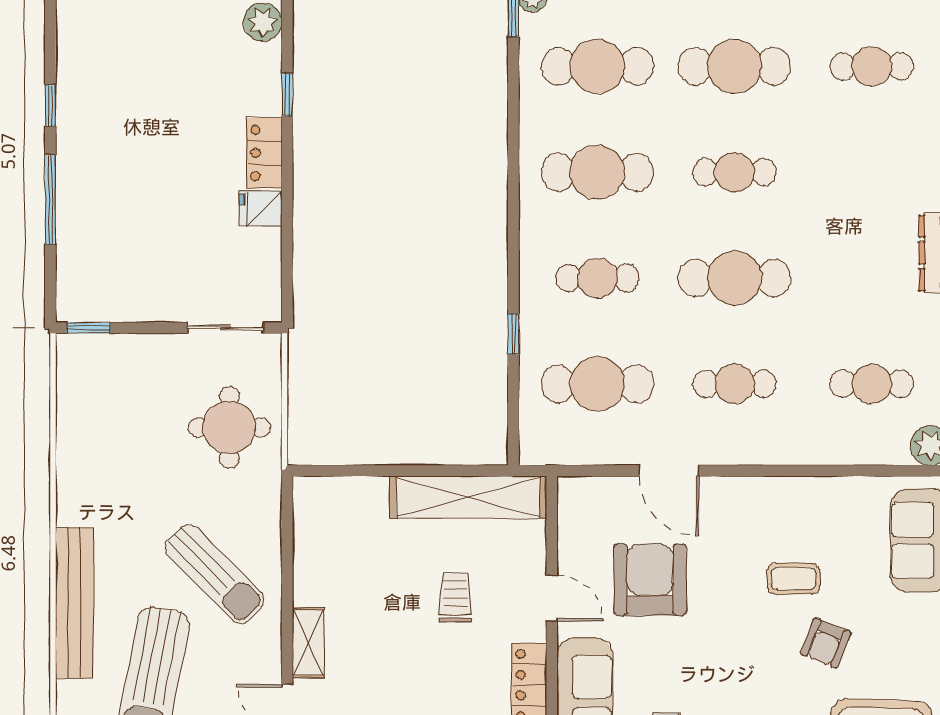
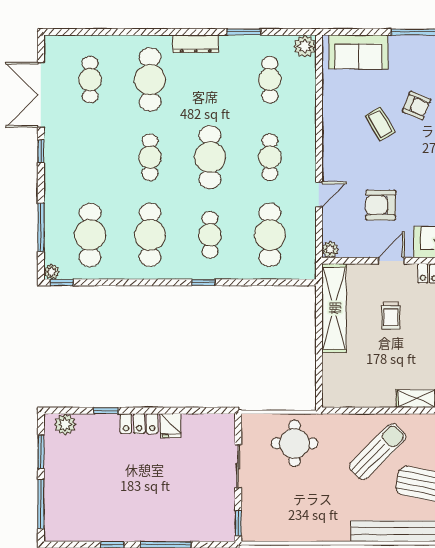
cafe table: (735, 66) -> (150, 80), moved
sliding door: (226, 328) -> (238, 466), moved
window: (513, 334) -> (203, 282), moved
door: (669, 471) -> (319, 194), width x0.73
plant: (572, 491) -> (330, 249), added
coffee table: (793, 579) -> (380, 124), turned -30
armchair: (650, 580) -> (381, 205), width x0.73, depth x0.73
trolley: (455, 597) -> (391, 315), turned -90

